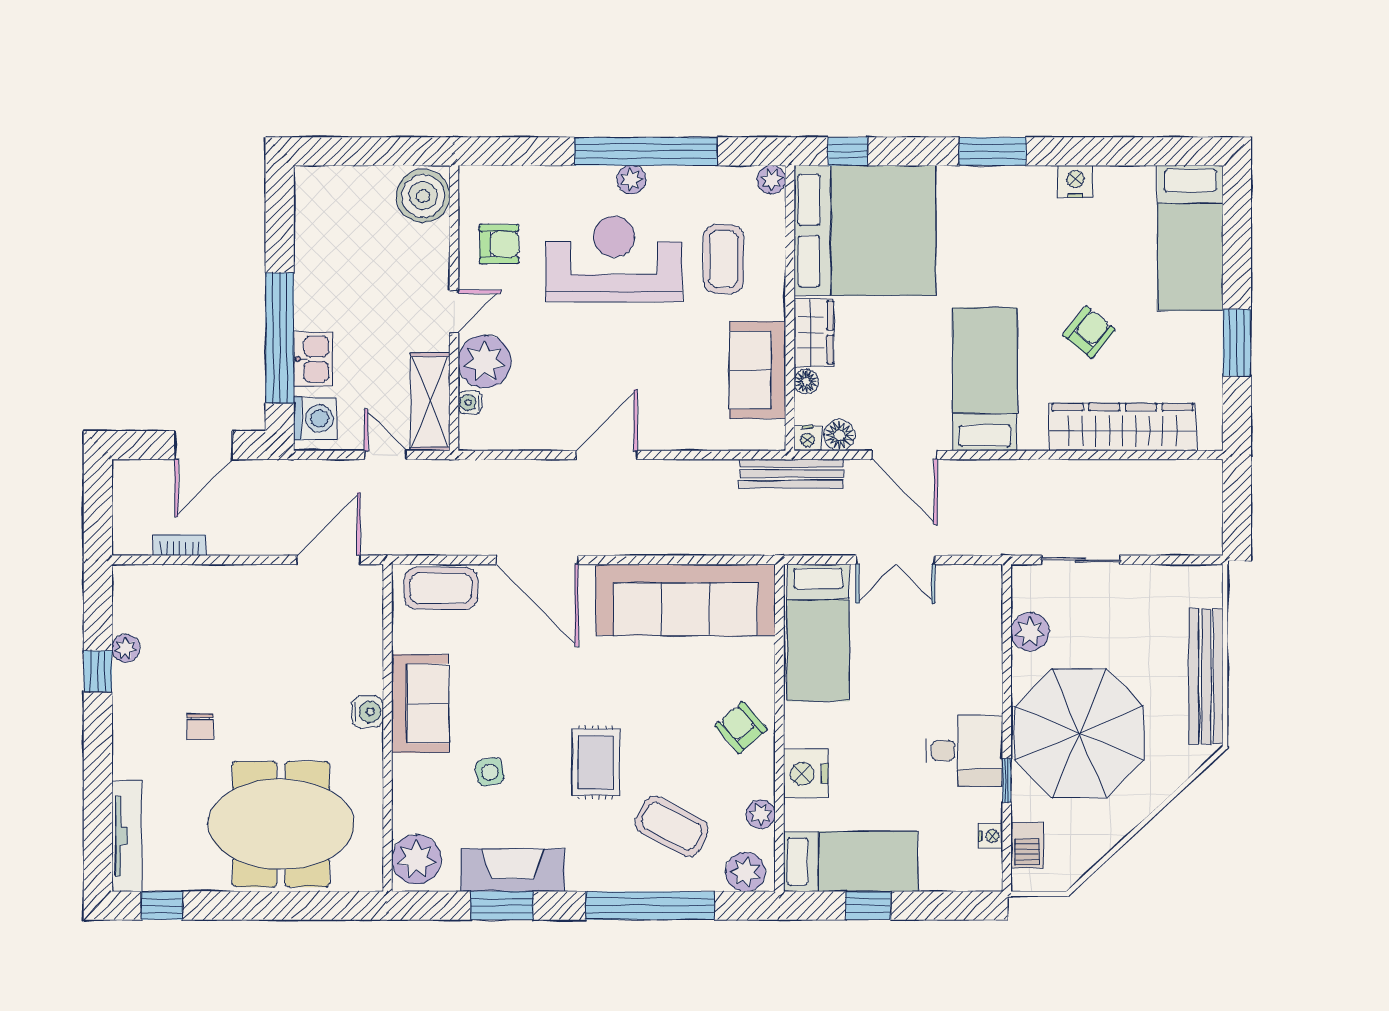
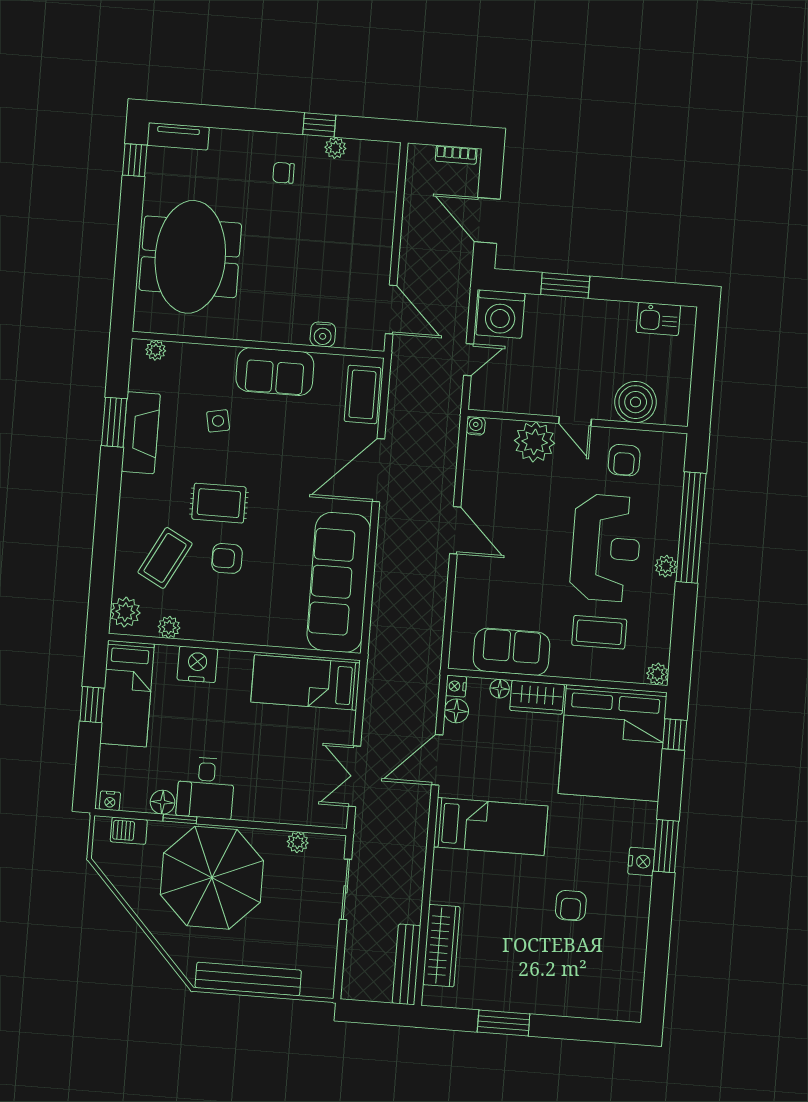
window: (646, 151) -> (691, 528), moved
nightstand: (1075, 181) -> (641, 862), moved
boiler: (423, 196) -> (636, 402), moved
bed: (1190, 238) -> (587, 993), removed
armchair: (1089, 332) -> (571, 906), moved, turned 51
window: (280, 338) -> (565, 285), width x0.47
kitchen sink: (313, 359) -> (658, 319), moved
shelving: (430, 402) -> (507, 398), removed
water cooler: (470, 402) -> (476, 426), moved
washing machine: (315, 419) -> (500, 314), width x1.37, depth x1.37
wardrobe: (1123, 427) -> (441, 946), width x0.71, depth x0.85
bench: (791, 474) -> (407, 964), moved
bookcase: (180, 545) -> (456, 155), moved, turned 90
double door: (895, 560) -> (354, 776), moved
plant: (1030, 632) -> (298, 842), width x0.73, depth x0.73
water cooler: (367, 712) -> (323, 334), moved
chair: (200, 727) -> (283, 173), moved
armchair: (741, 727) -> (227, 558), moved, turned -139
floor lamp: (987, 805) -> (163, 802), added
tv unit: (127, 836) -> (178, 136), width x0.71
nightstand: (990, 836) -> (110, 801), moved
plant: (416, 859) -> (156, 350), width x0.53, depth x0.53
window: (650, 906) -> (105, 537), removed

